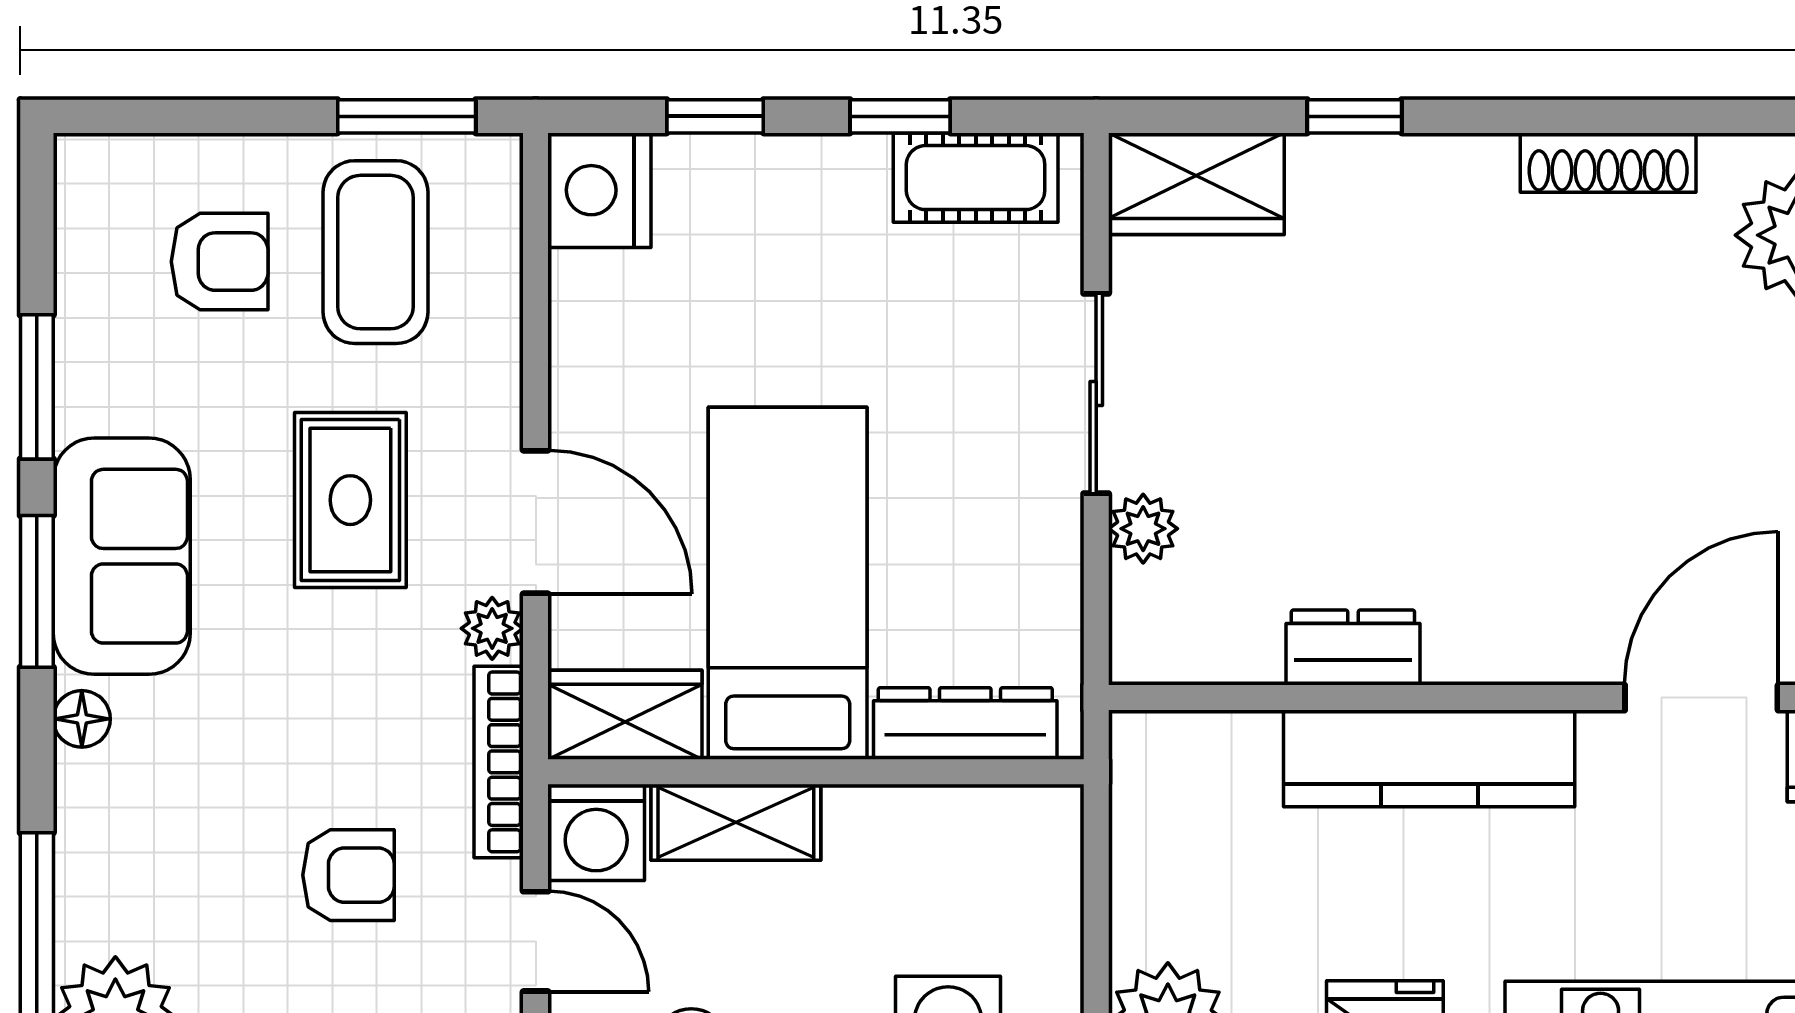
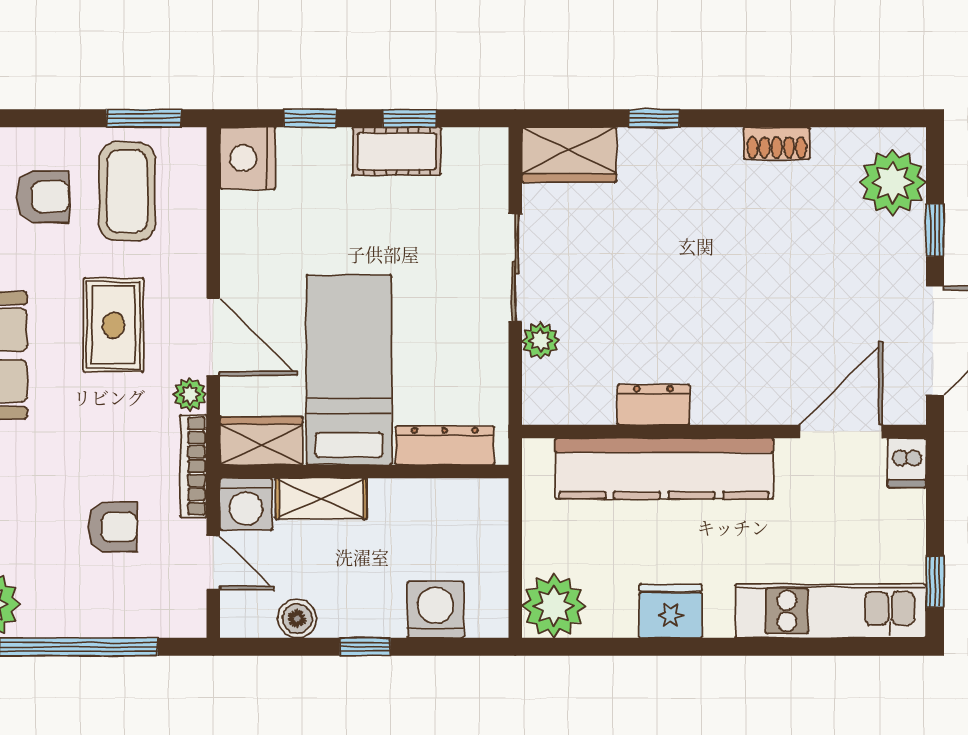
shoe rack: (1608, 163) -> (777, 143), width x0.70
cot: (976, 178) -> (397, 151), moved
kitchen counter: (1429, 758) -> (664, 469), width x1.39, depth x1.17

